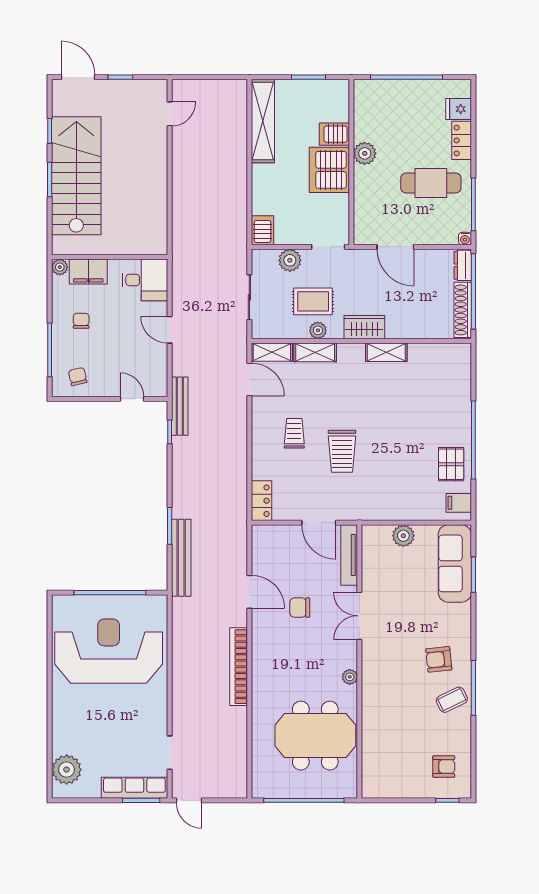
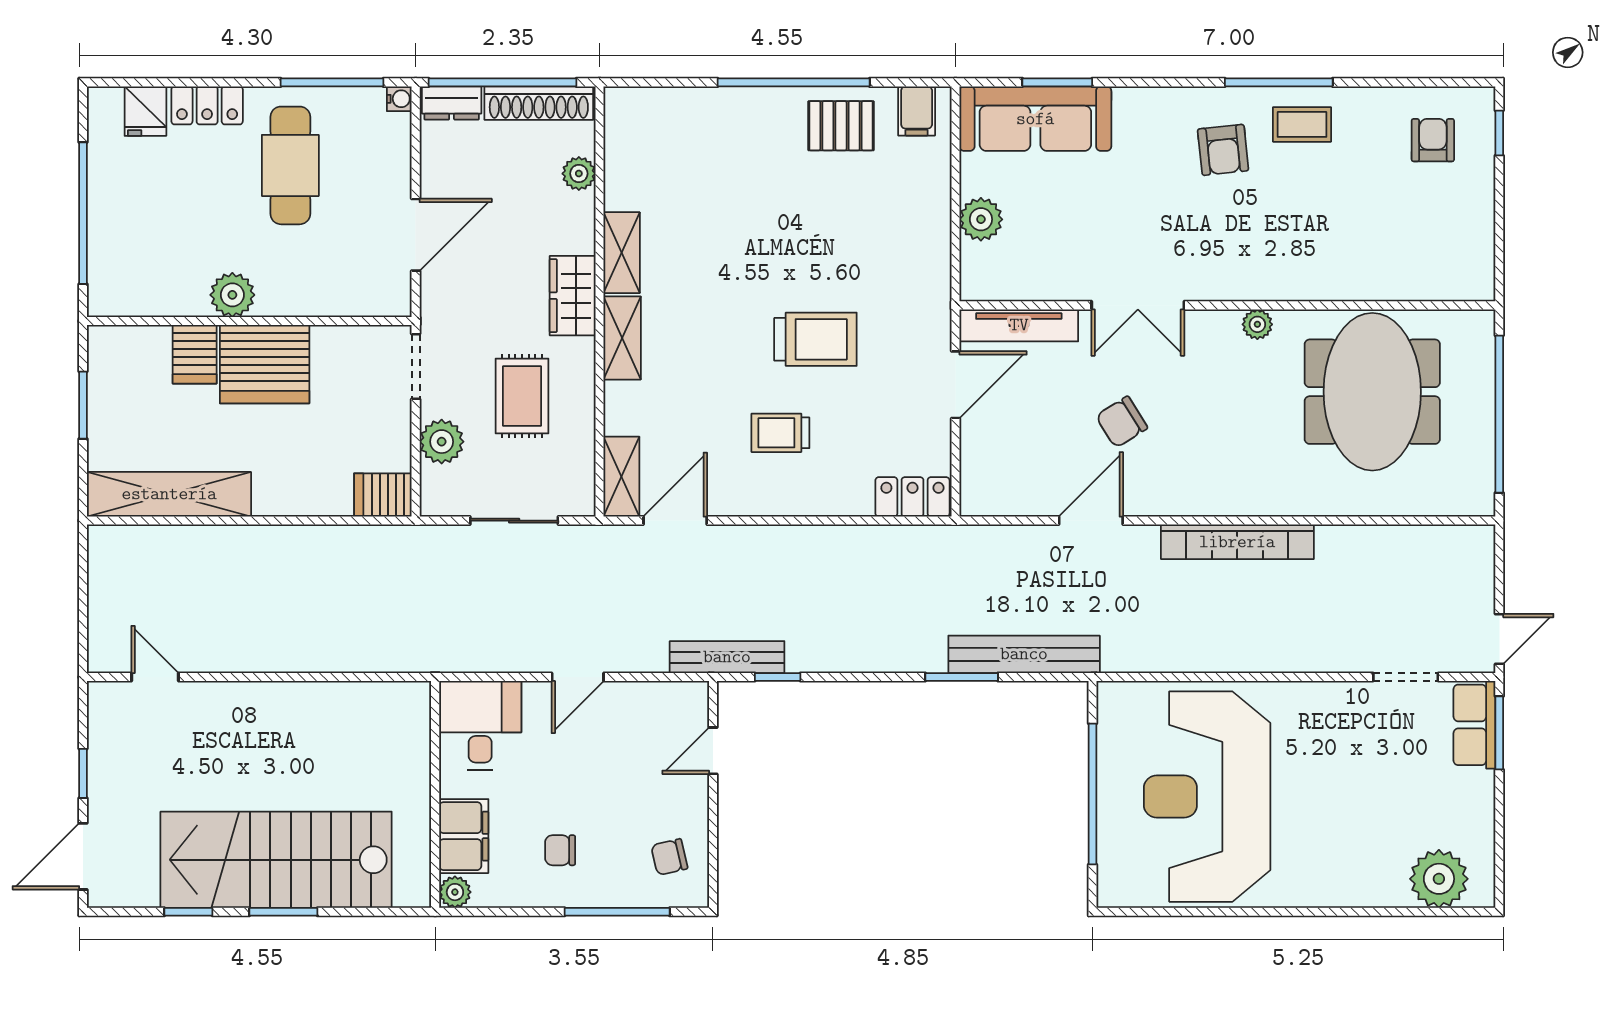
plant: (318, 330) -> (579, 174), moved
shelving: (315, 352) -> (622, 338), moved
chair: (300, 608) -> (1122, 422), turned 58
coffee table: (452, 700) -> (1302, 124), turned -64
row of seats: (134, 788) -> (1474, 725), width x0.68

